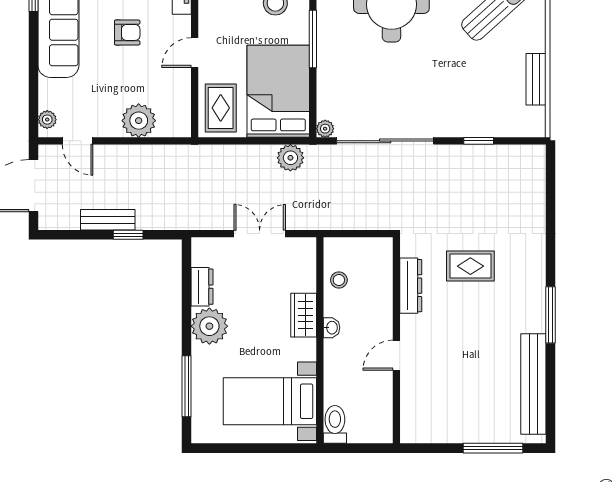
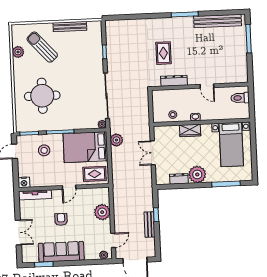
door: (195, 53) -> (69, 187), hinge flipped
bench: (536, 79) -> (70, 26), width x1.36
toilet: (335, 424) -> (240, 98), moved

